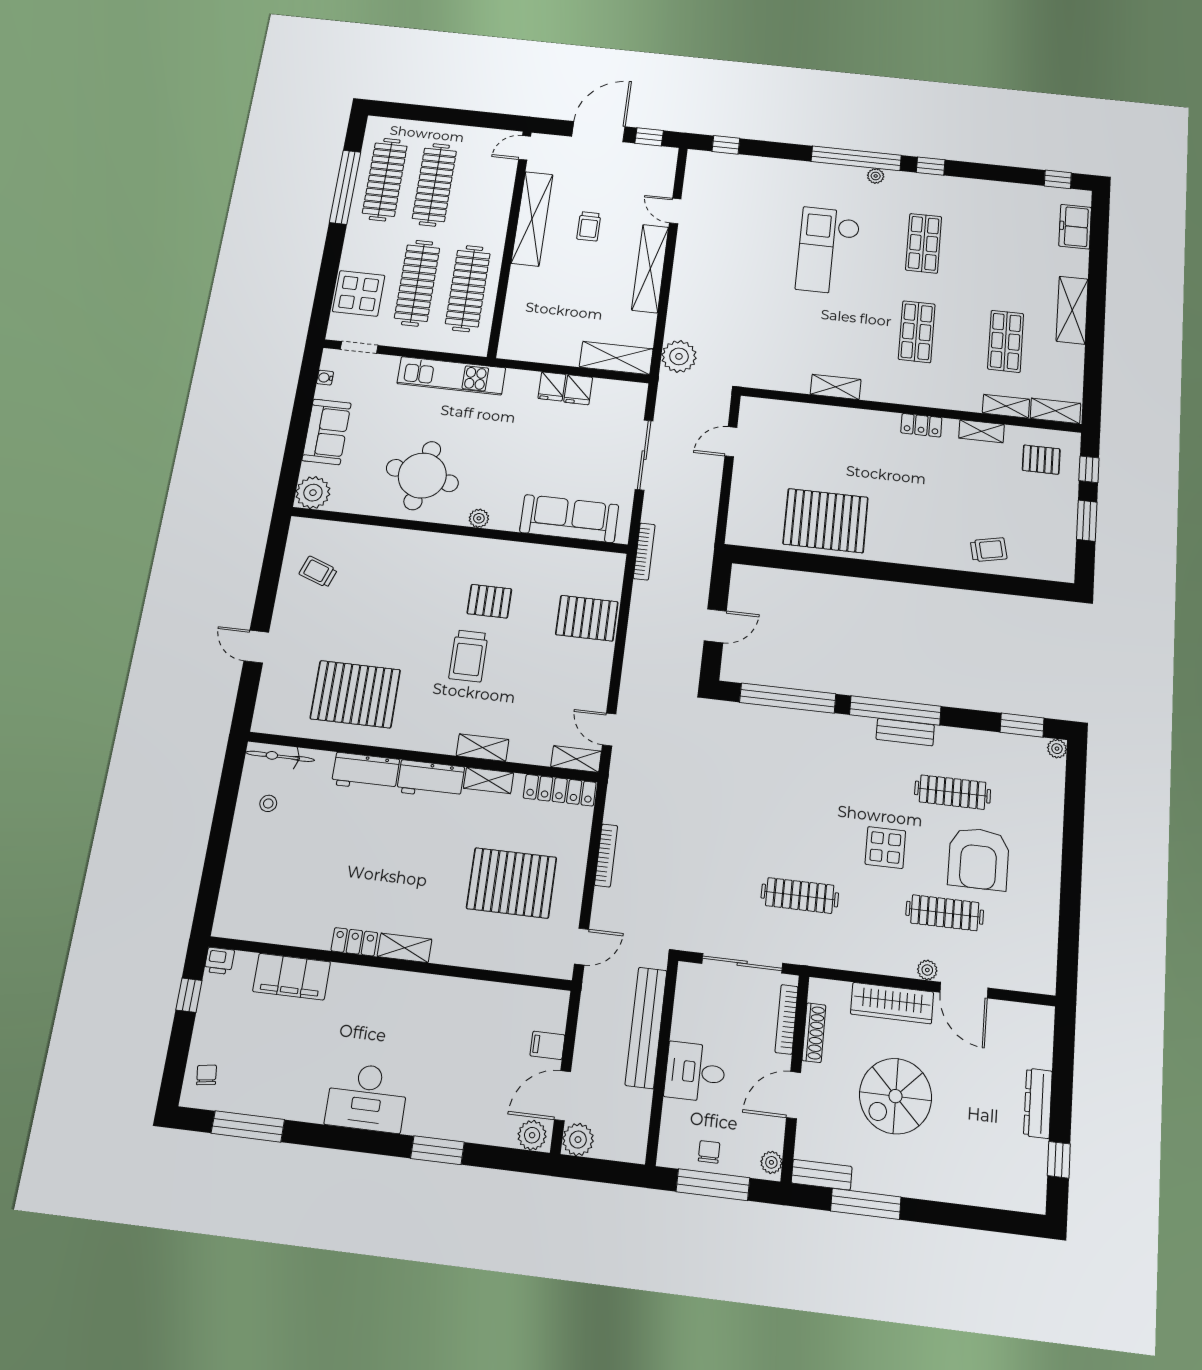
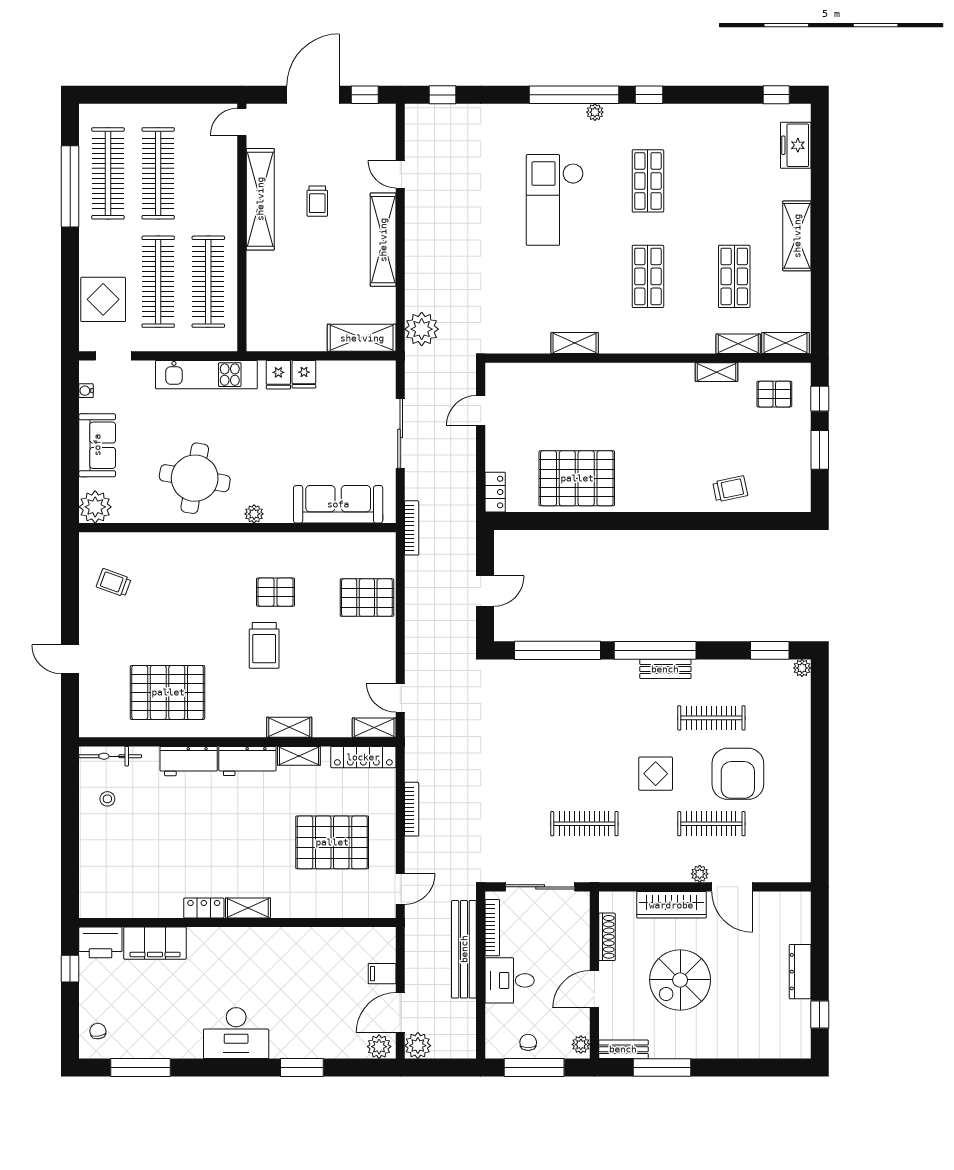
fridge: (578, 390) -> (278, 375), moved
locker: (921, 425) -> (495, 492), moved, turned -90
printer: (219, 961) -> (100, 942), width x1.87, depth x1.48
bookcase: (787, 1019) -> (492, 928), moved, turned 180

